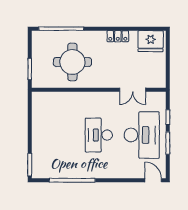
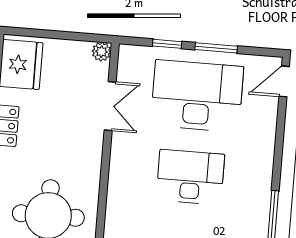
plant: (161, 83) -> (101, 52), added
desk: (99, 135) -> (190, 177), turned 180

